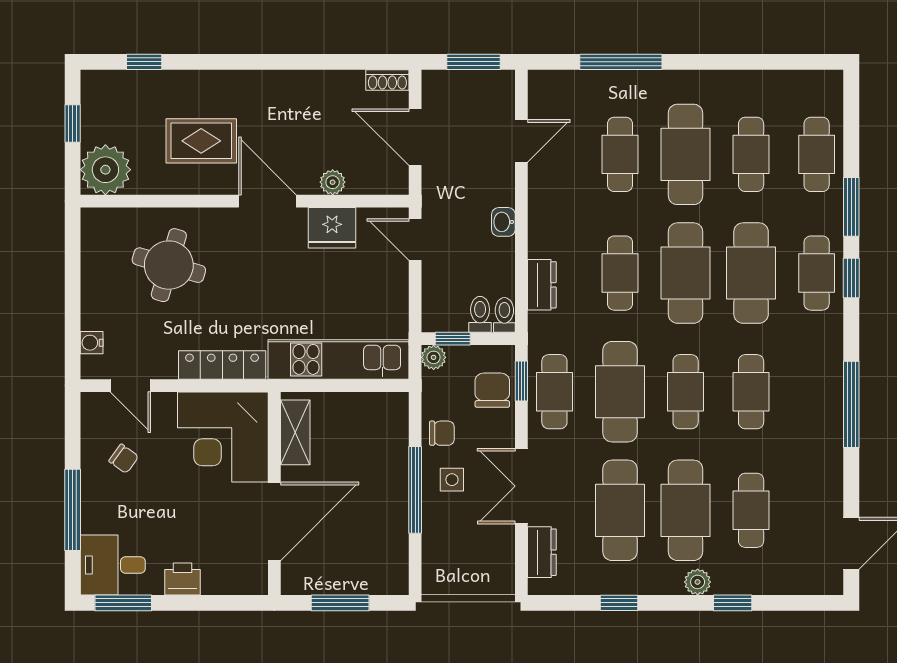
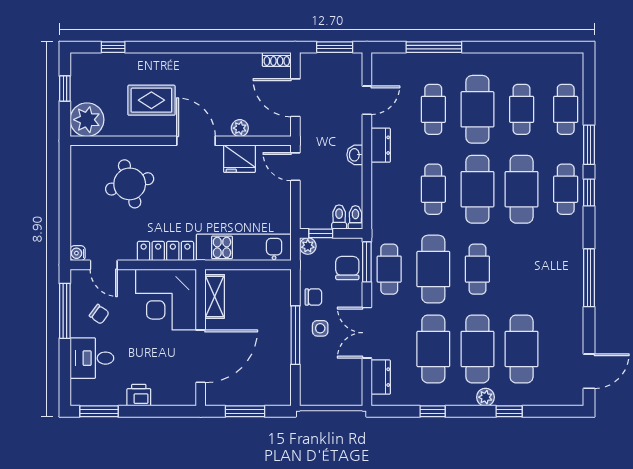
round table: (169, 265) -> (130, 184), turned -32
dresser: (542, 285) -> (381, 145), moved
water cooler: (92, 343) -> (78, 253), moved
window: (521, 381) -> (367, 262), width x1.50
cafe table: (751, 392) -> (522, 269), removed
window: (73, 510) -> (65, 311), moved
cafe table: (751, 510) -> (522, 349), width x1.37, depth x1.35
desk: (113, 565) -> (92, 358), moved

